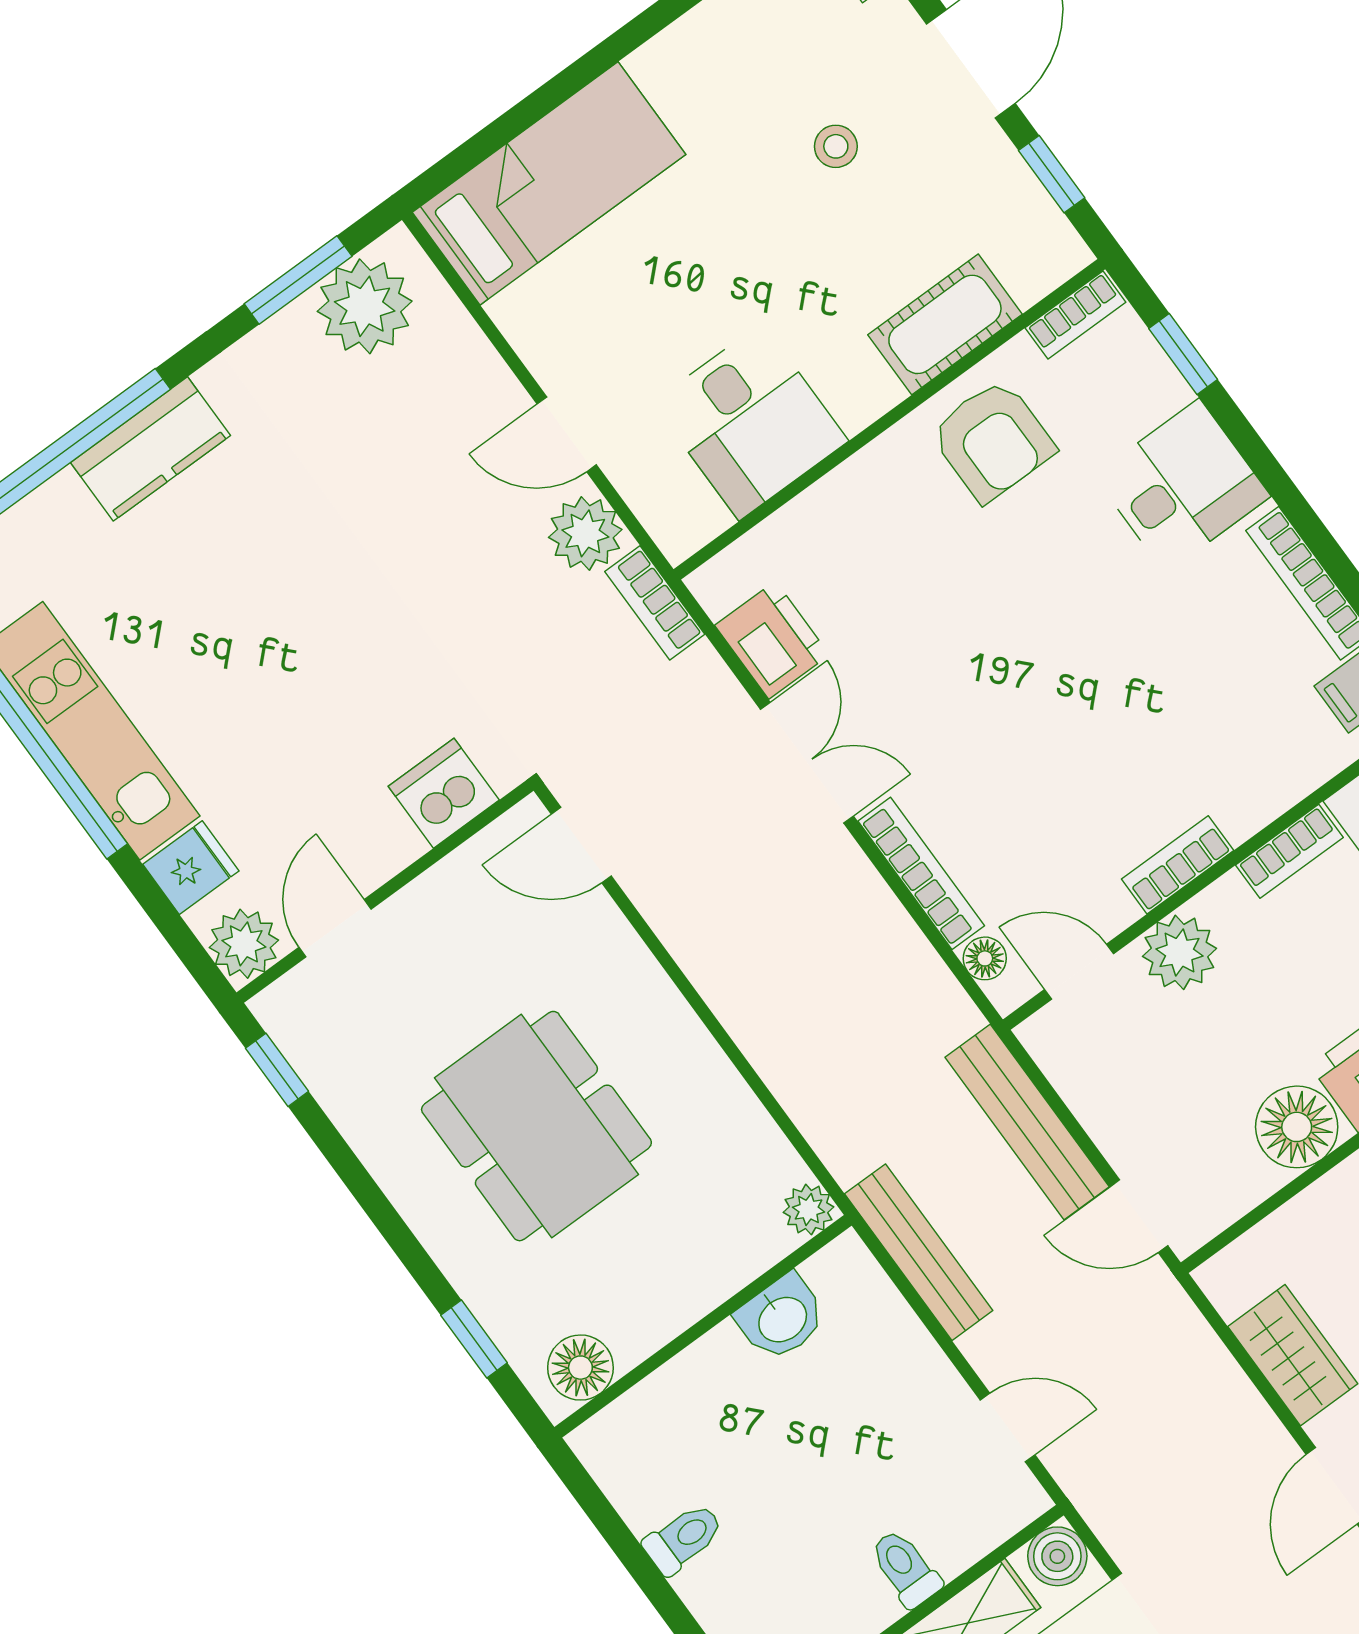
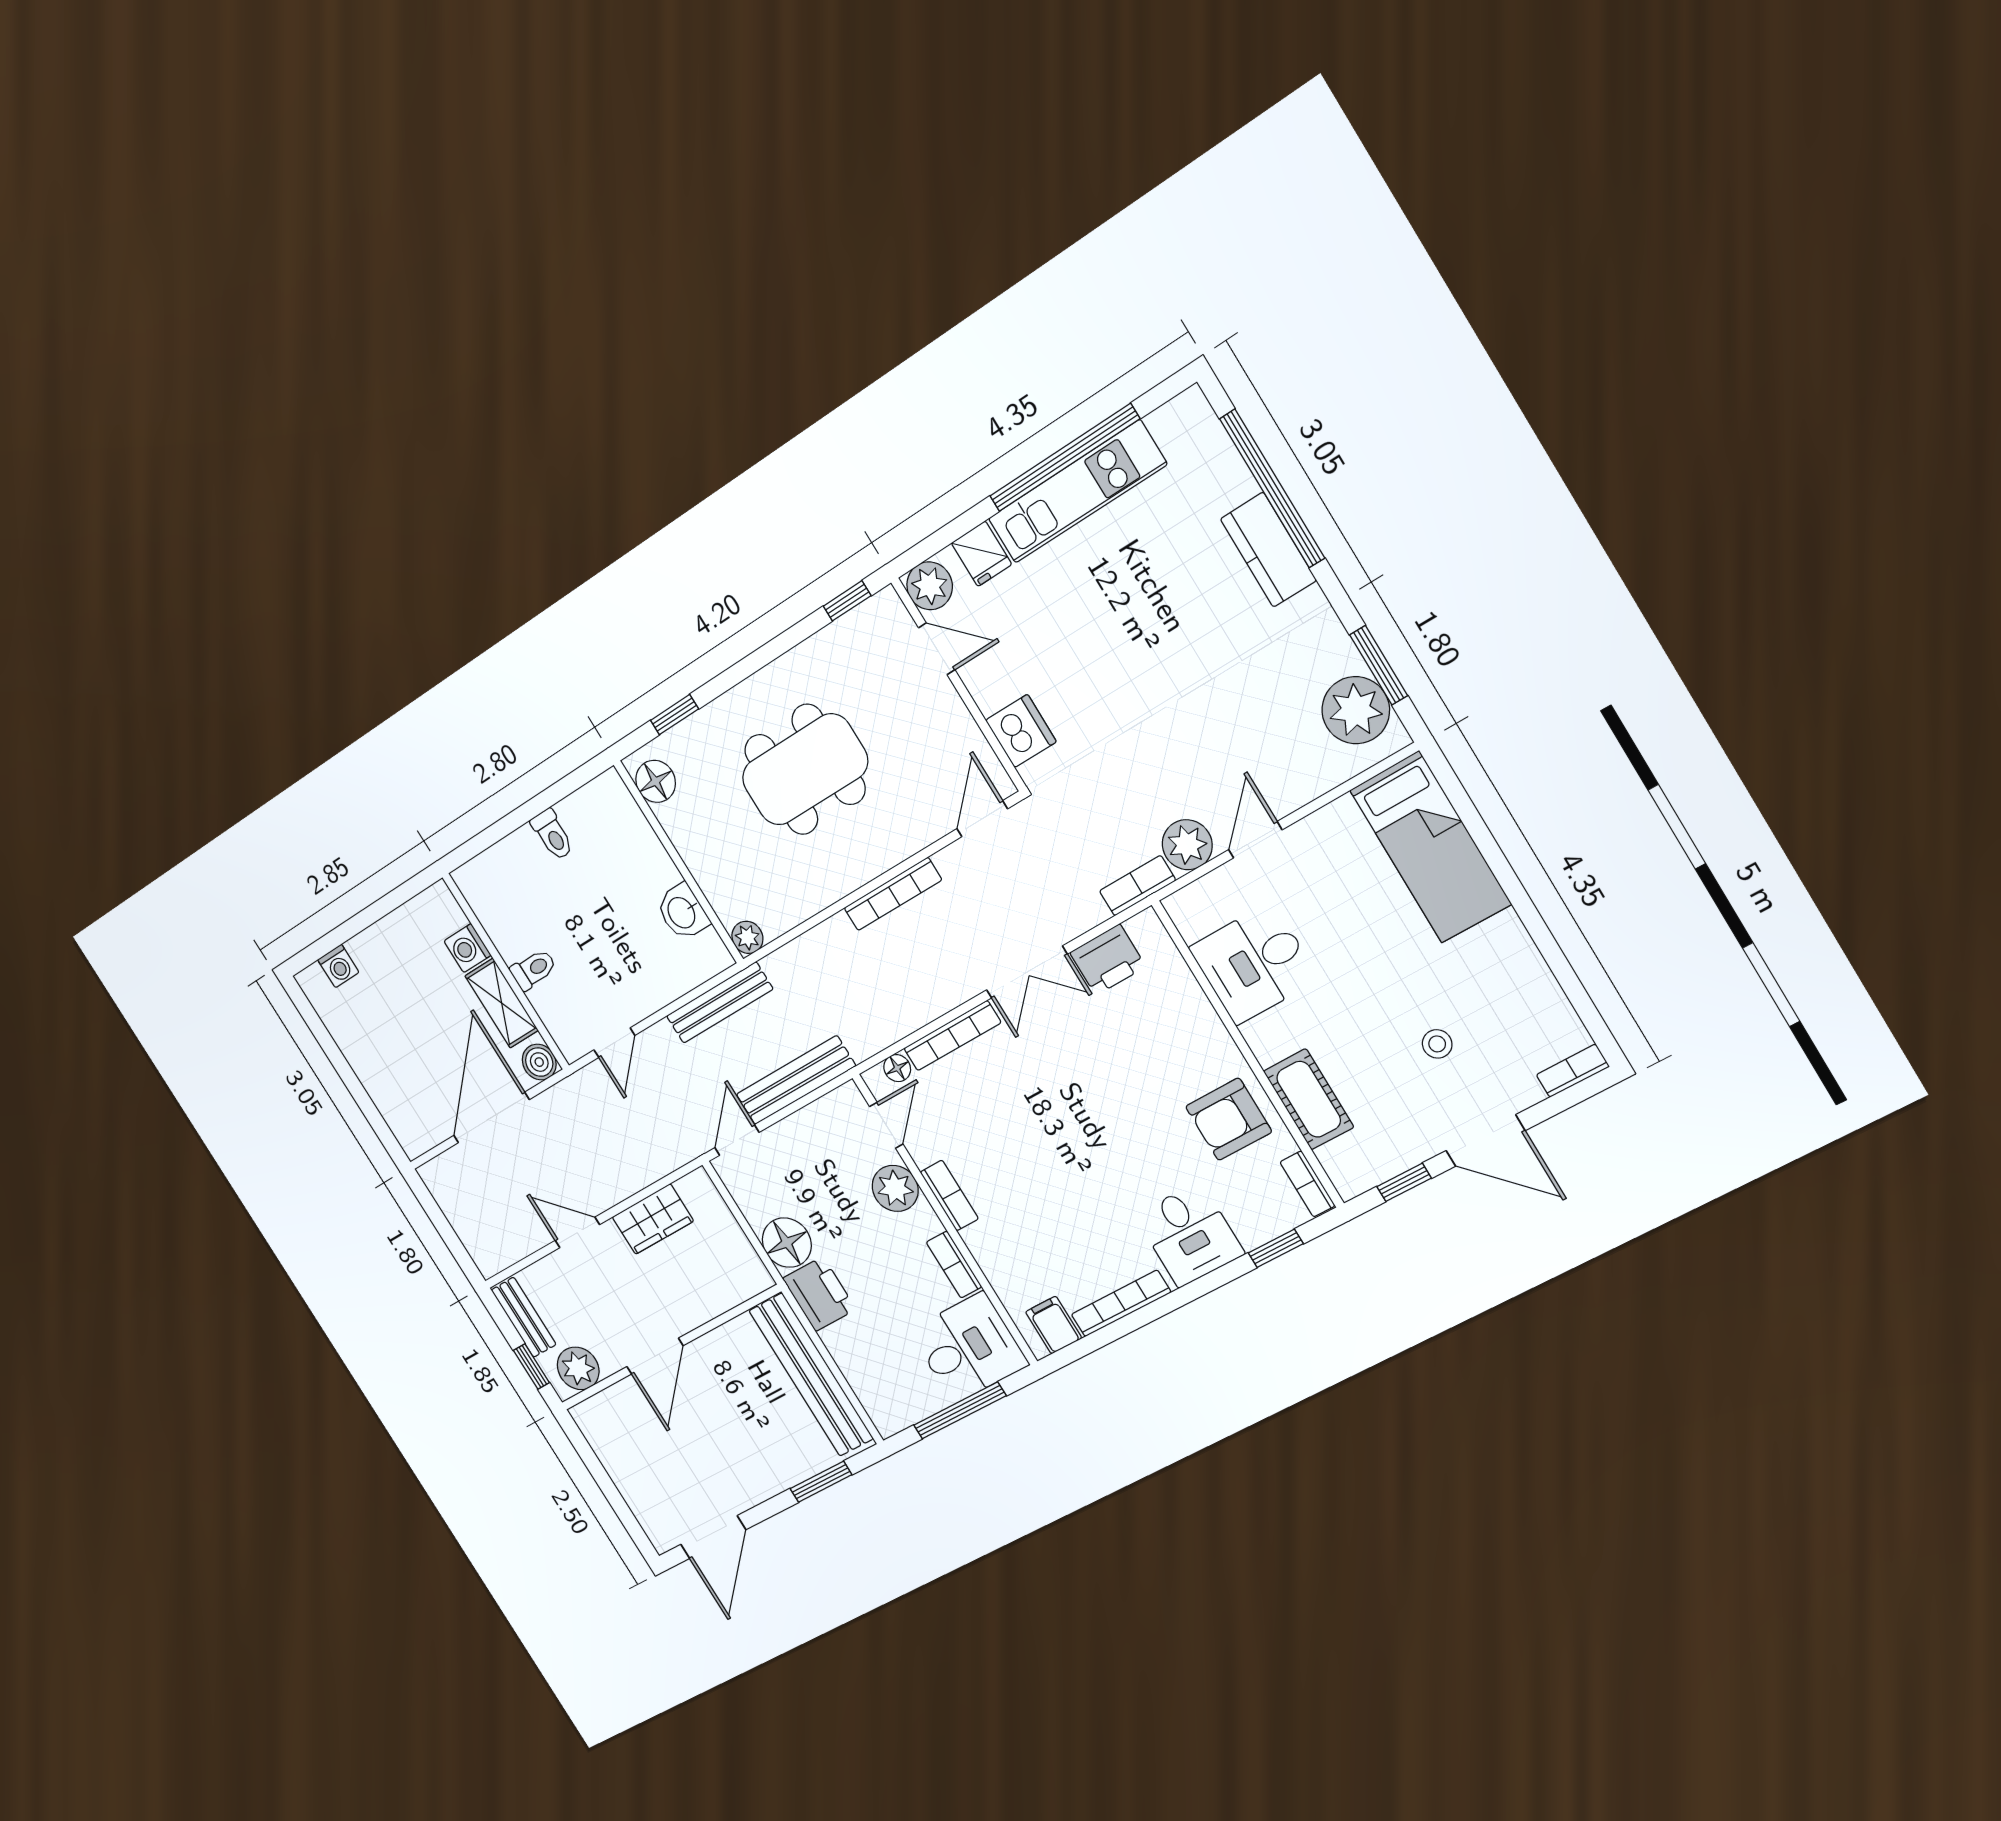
bookcase: (712, 978) -> (893, 894), added

